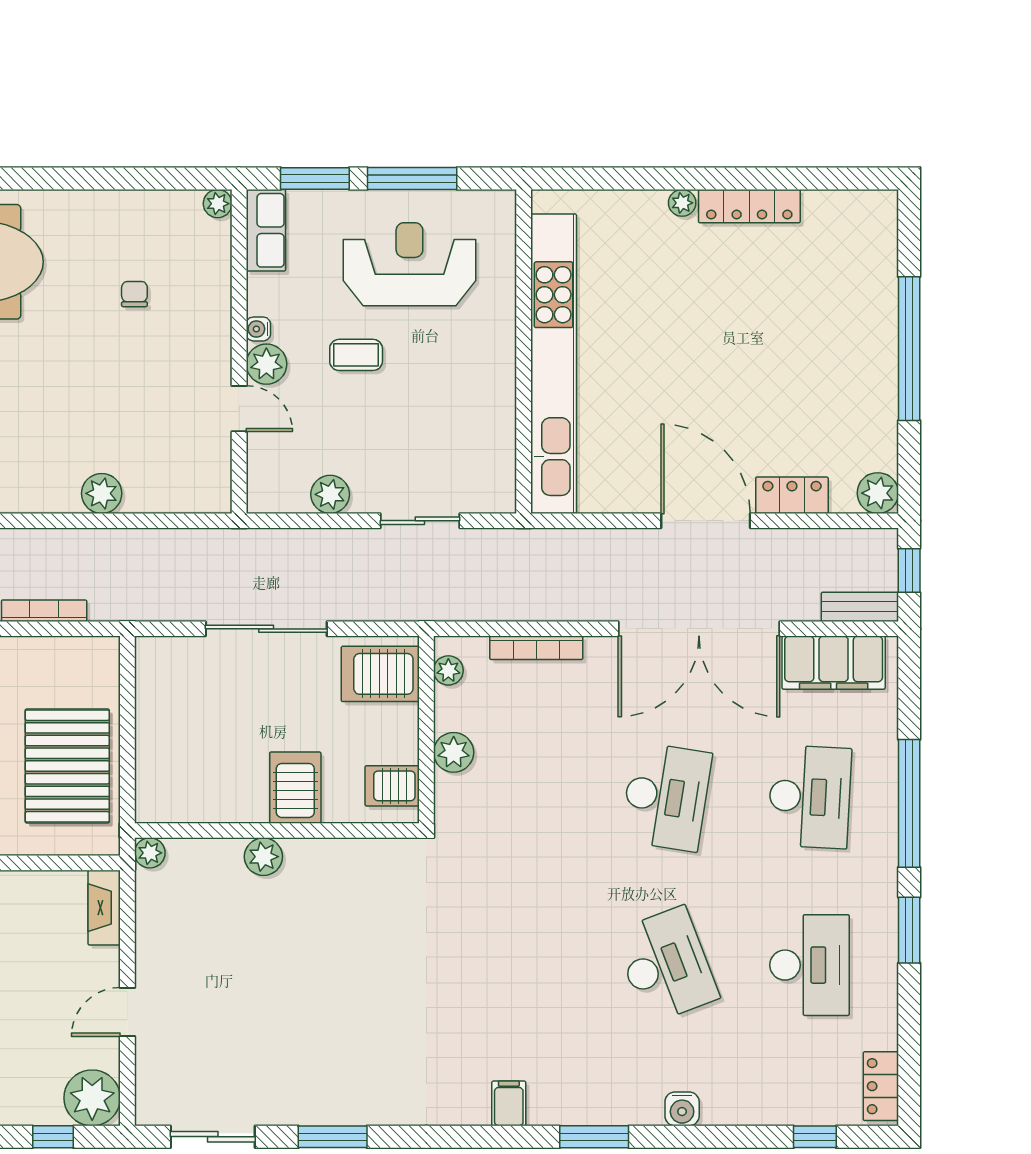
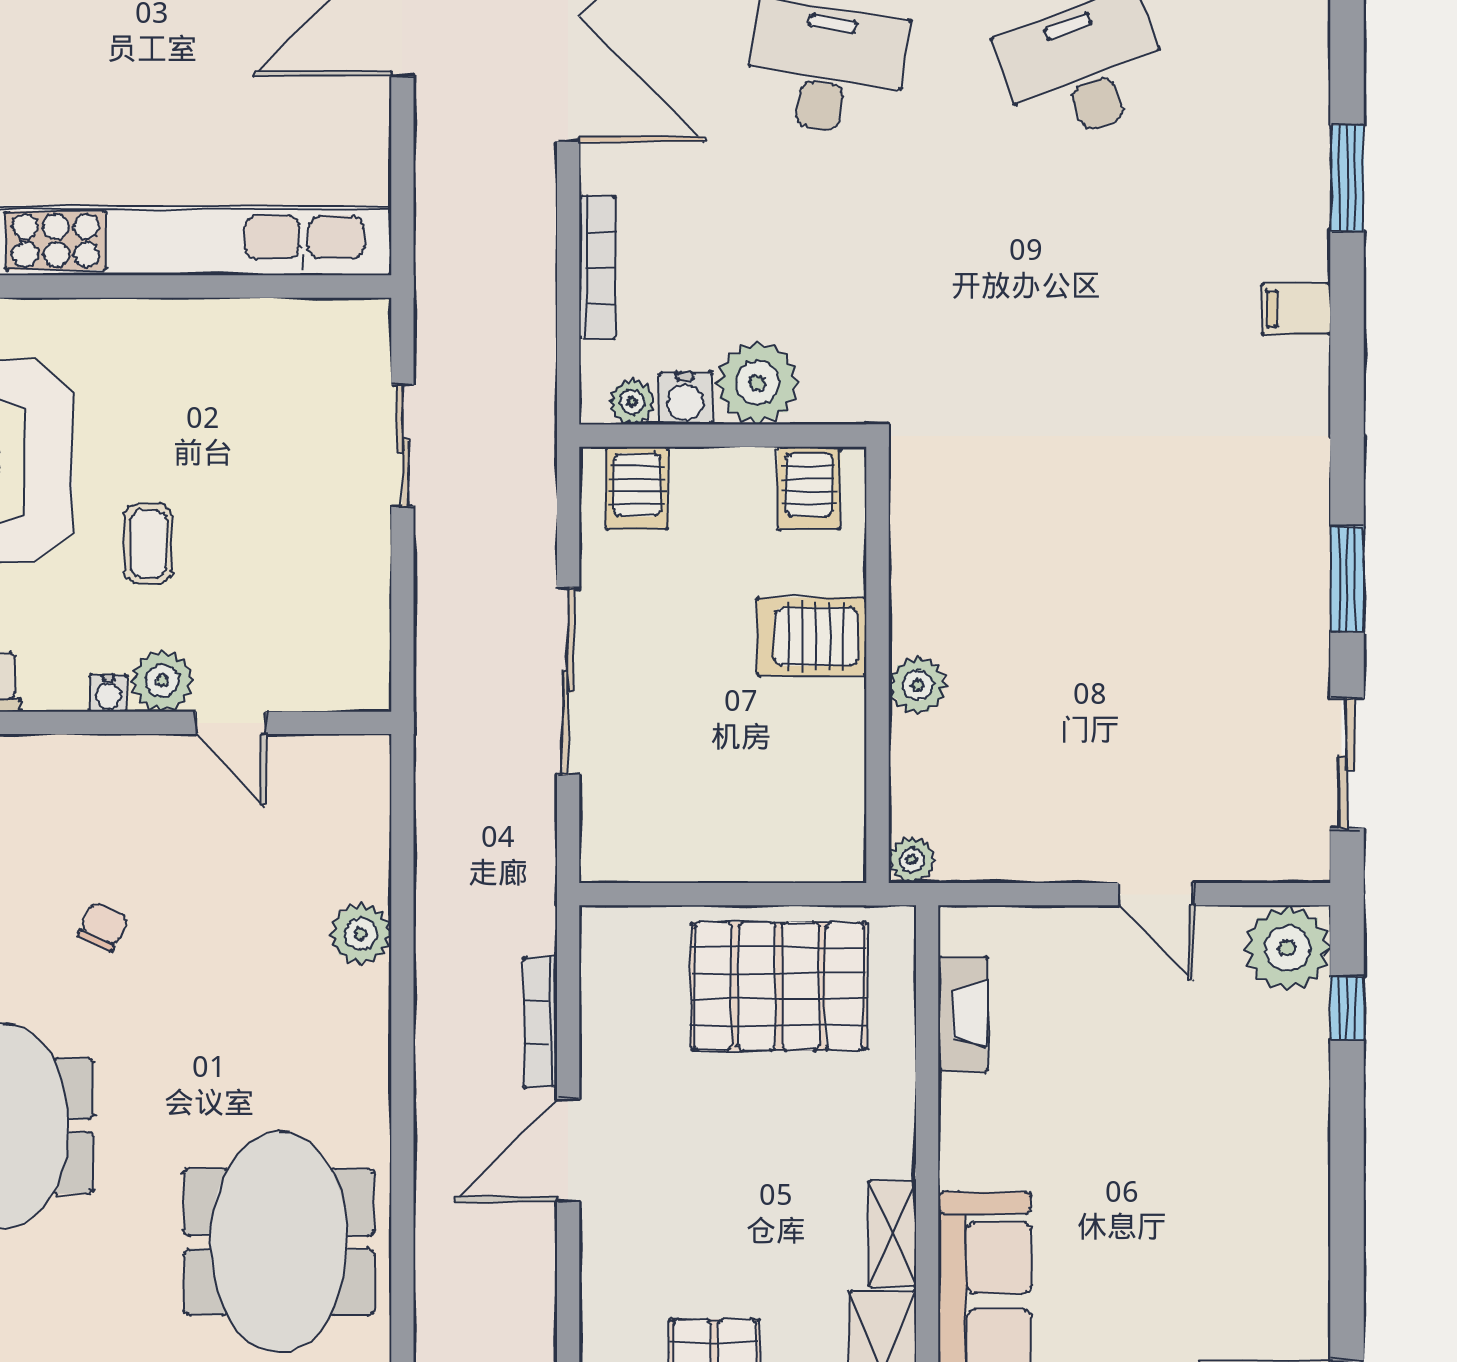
chair: (134, 294) -> (103, 926), moved, turned 116
door: (239, 409) -> (231, 723), swing flipped
plant: (330, 494) -> (362, 583), removed
server rack: (380, 674) -> (637, 488), width x0.73, depth x0.70
plant: (454, 752) -> (758, 383), width x1.36, depth x1.36
fireplace: (104, 908) -> (963, 1014), moved, turned -90
water cooler: (682, 1109) -> (685, 398), moved, turned 90

